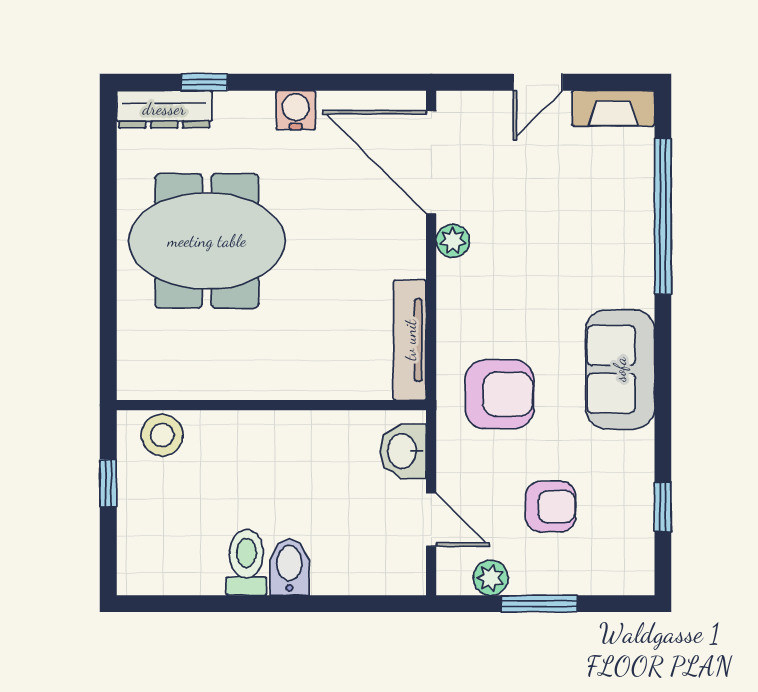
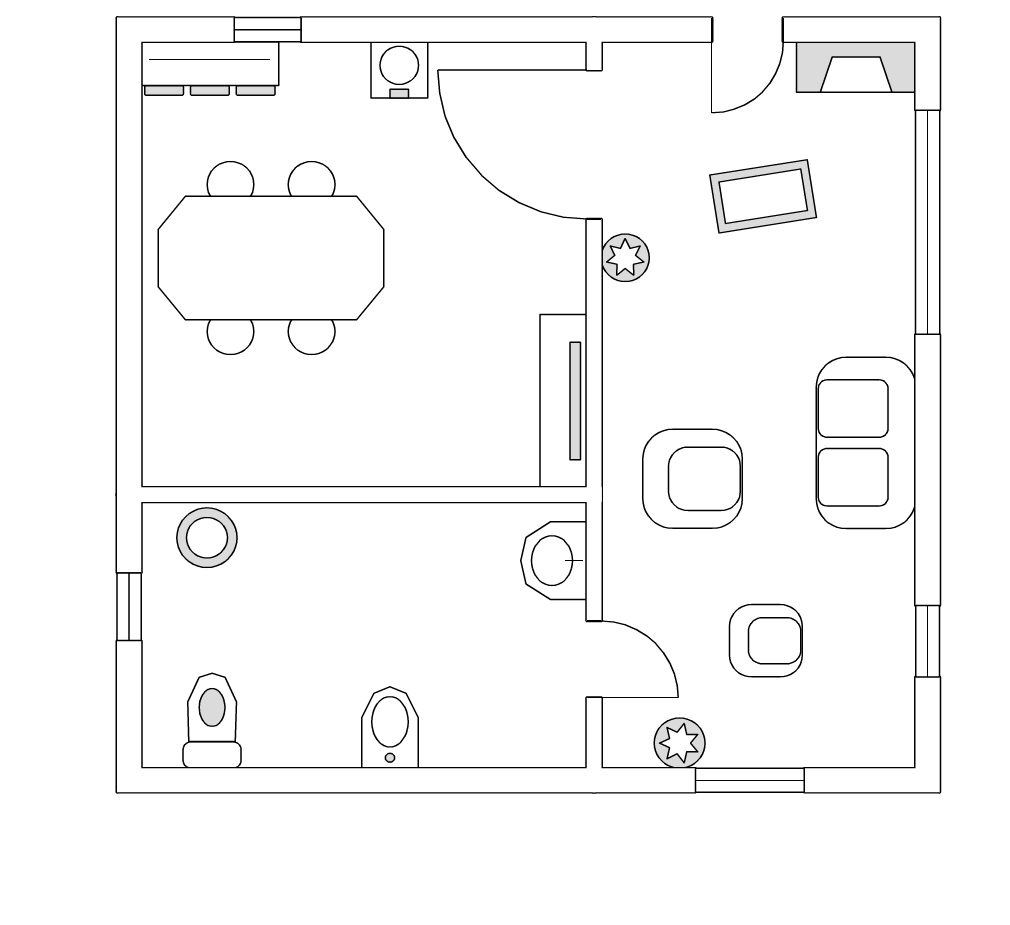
coffee table: (549, 198) -> (763, 196), added
toilet: (246, 562) -> (212, 721), moved

